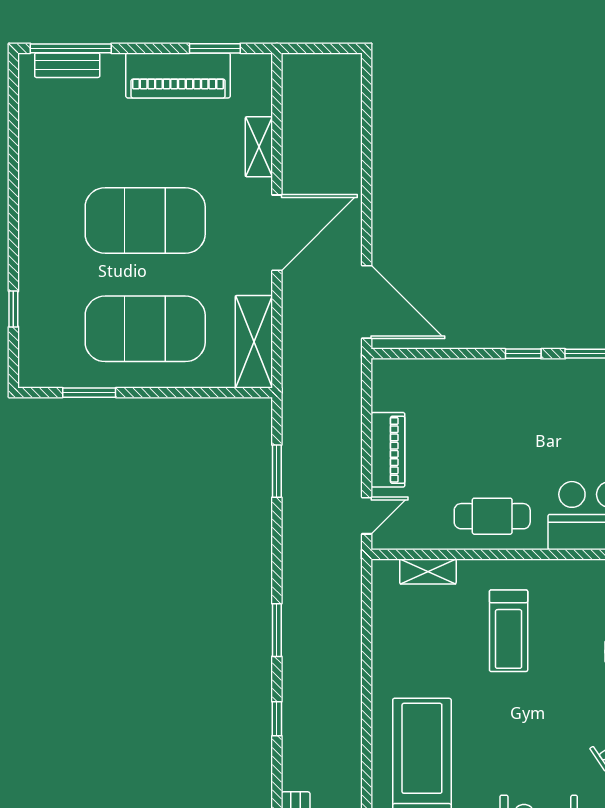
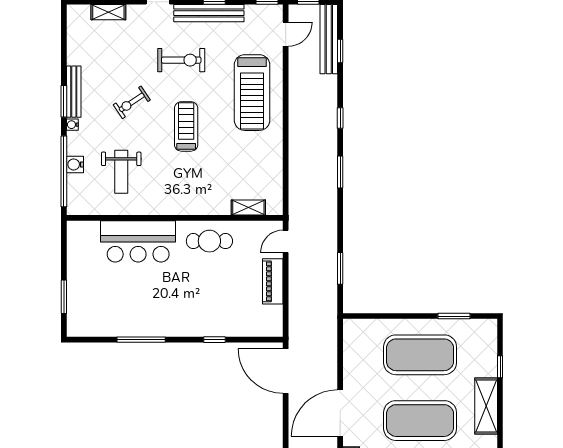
shelving: (254, 342) -> (486, 406), moved
window: (523, 354) -> (215, 340), moved
treadmill: (509, 631) -> (186, 126), moved

